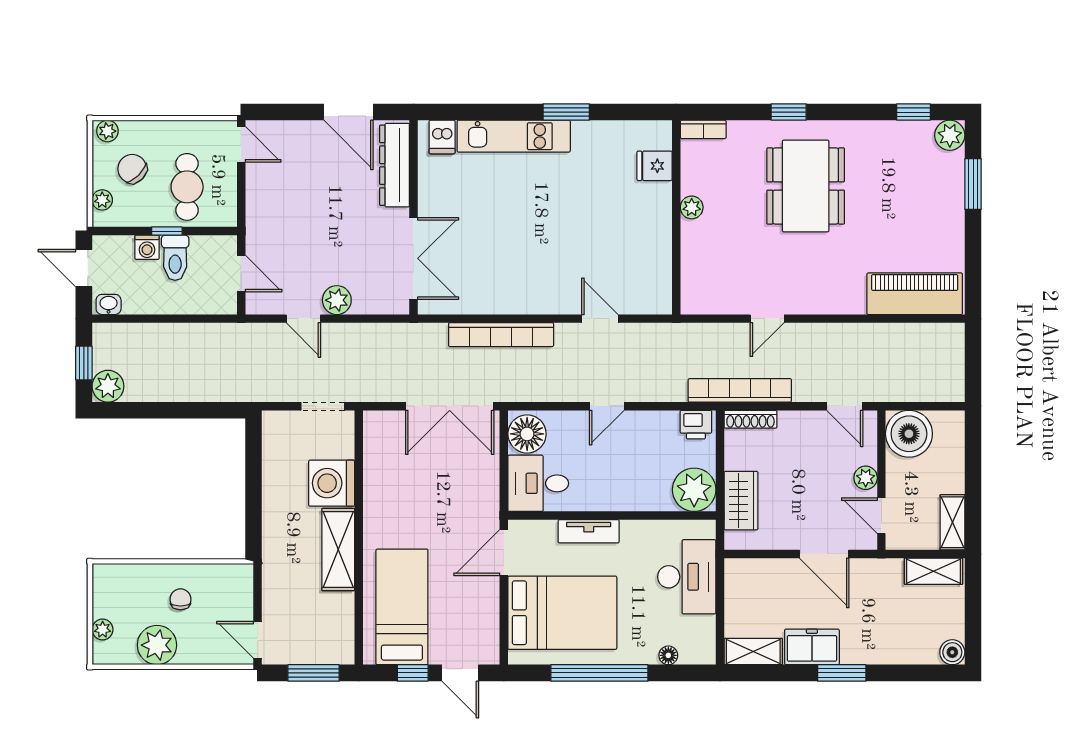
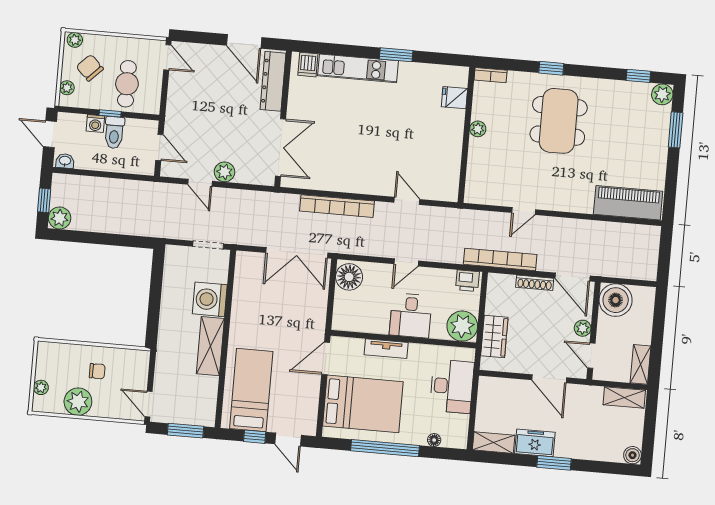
door: (845, 406) -> (572, 277), width x1.38
shoe rack: (750, 419) -> (535, 283), moved
desk: (538, 483) -> (411, 315), moved, turned -90
chair: (180, 599) -> (97, 371), turned 90

